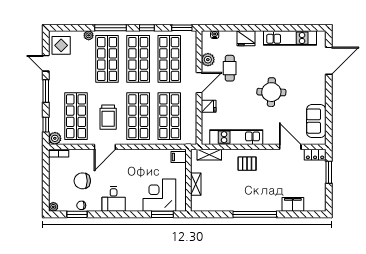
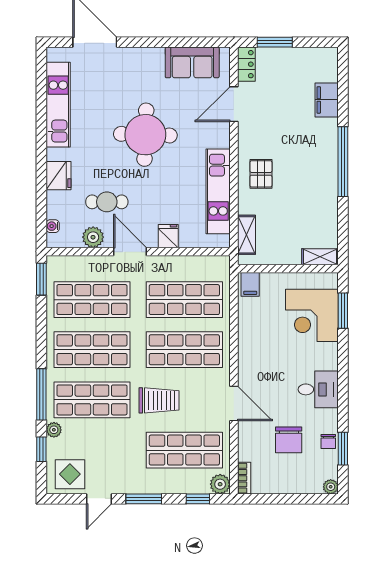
window: (147, 28) -> (41, 449), moved
round table: (271, 92) -> (145, 135), width x1.36, depth x1.36
trolley: (108, 117) -> (159, 400), moved
shelving: (196, 184) -> (320, 257), moved

